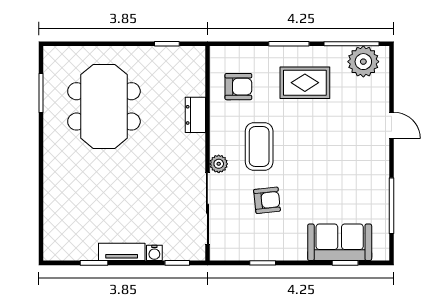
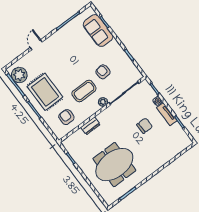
rug: (305, 83) -> (45, 92), width x1.36, depth x1.43
chair: (130, 202) -> (145, 126), added

